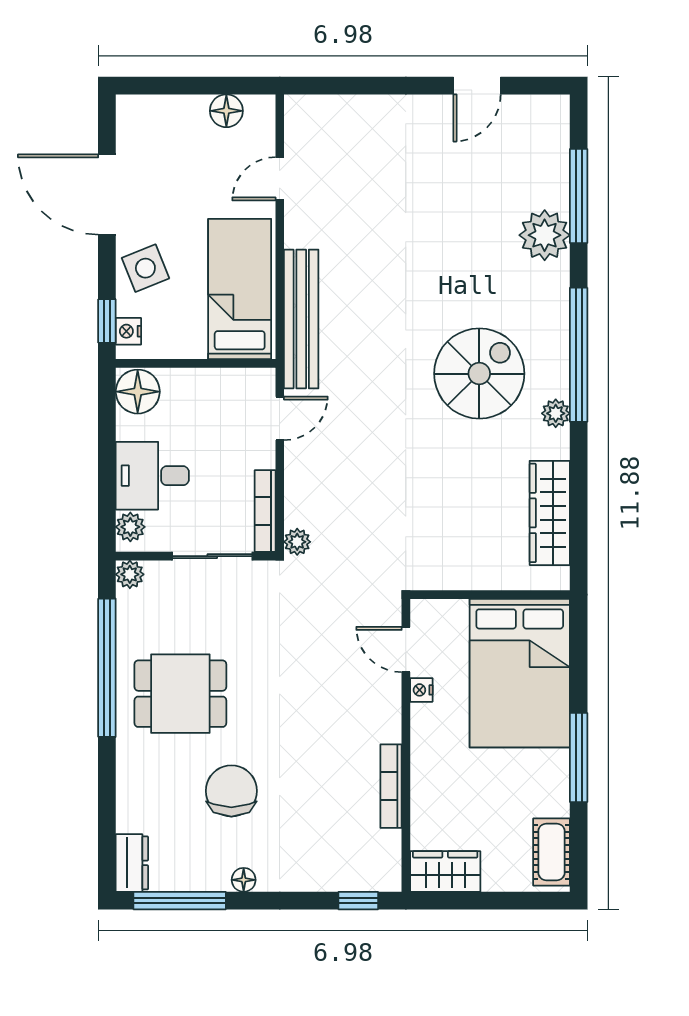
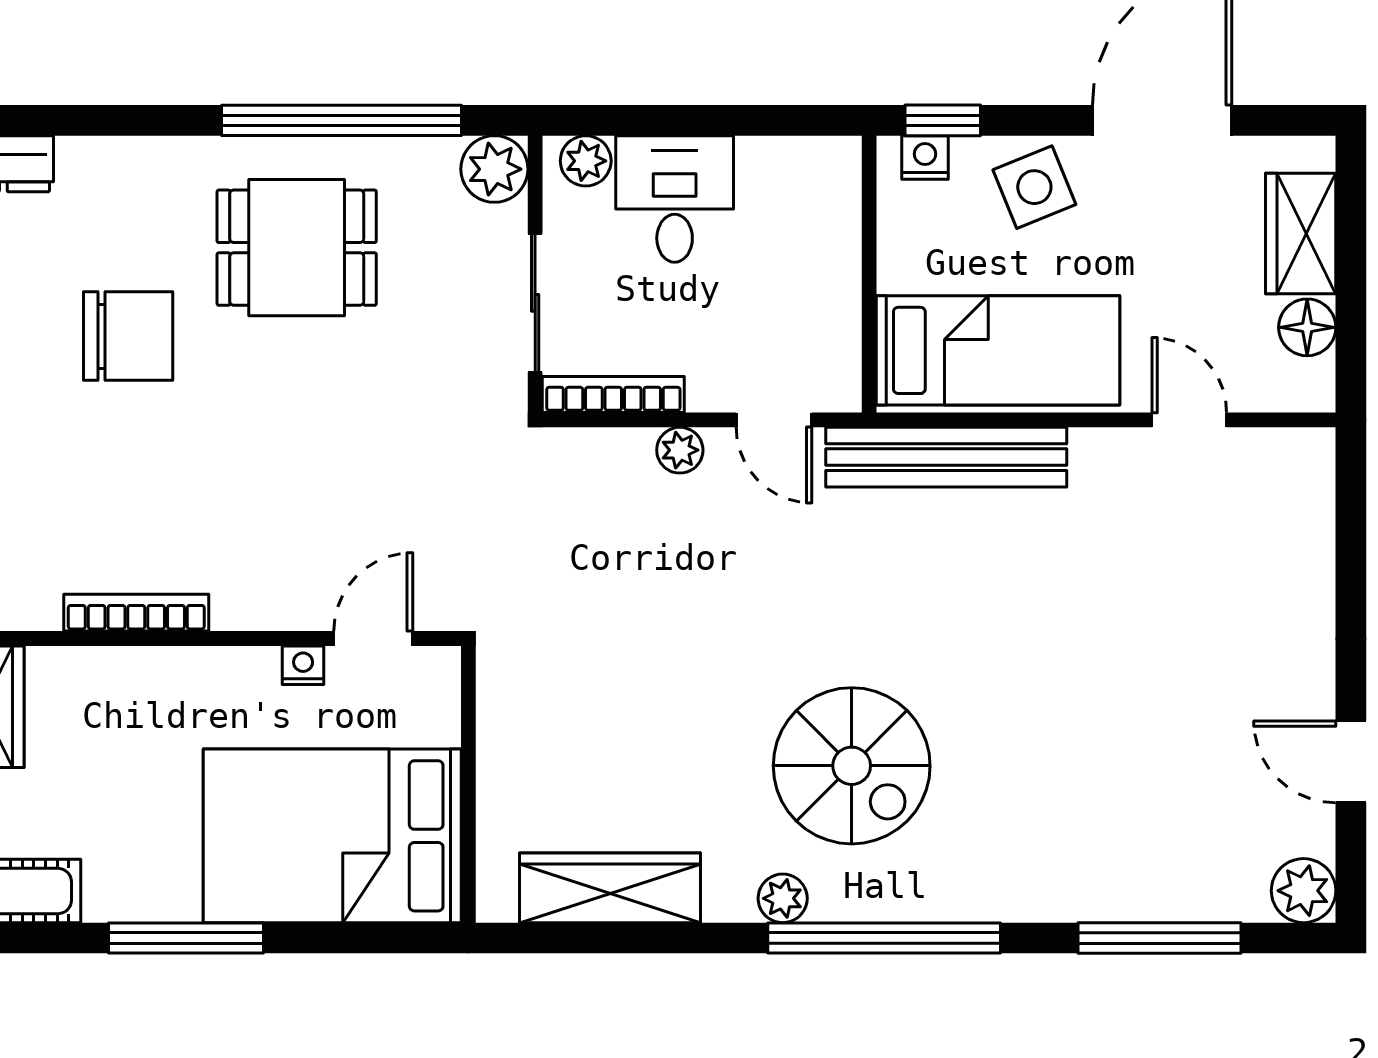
wardrobe: (172, 115) -> (1301, 234), added
plant: (545, 235) -> (1304, 891), moved, width x0.73, depth x0.73
floor lamp: (138, 392) -> (820, 174), removed
plant: (297, 542) -> (680, 450), moved
plant: (130, 574) -> (494, 169), width x1.38, depth x1.38
dining table: (180, 694) -> (297, 248), turned 90

